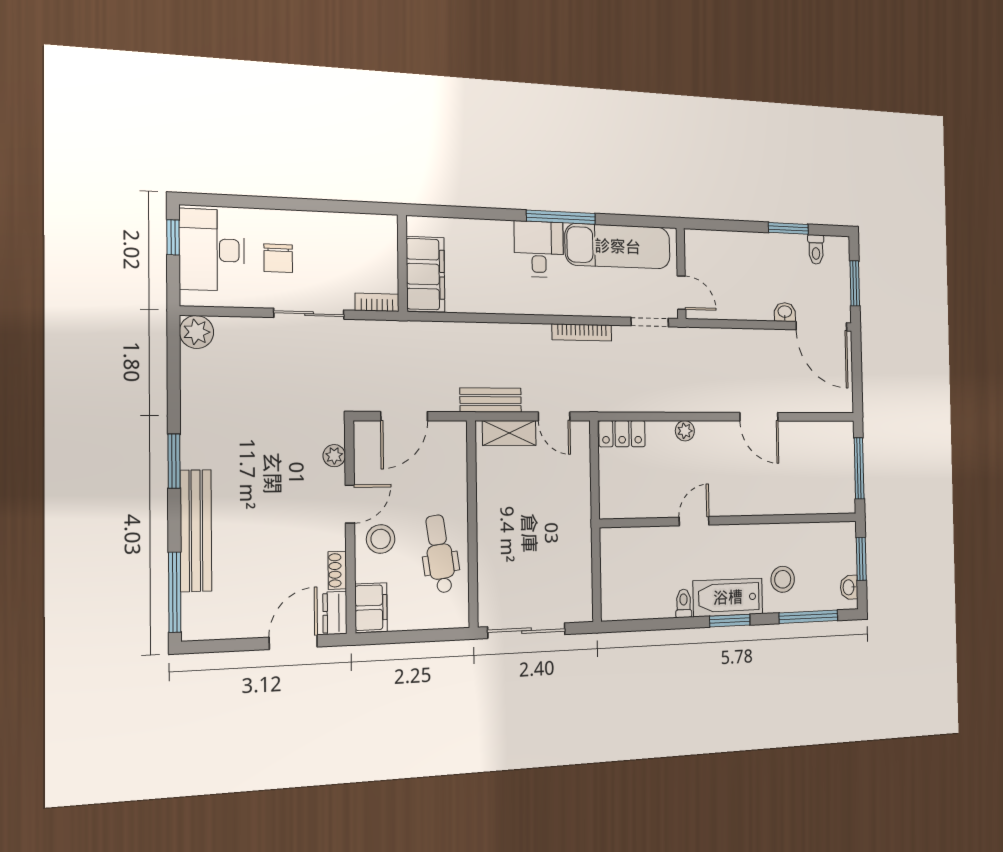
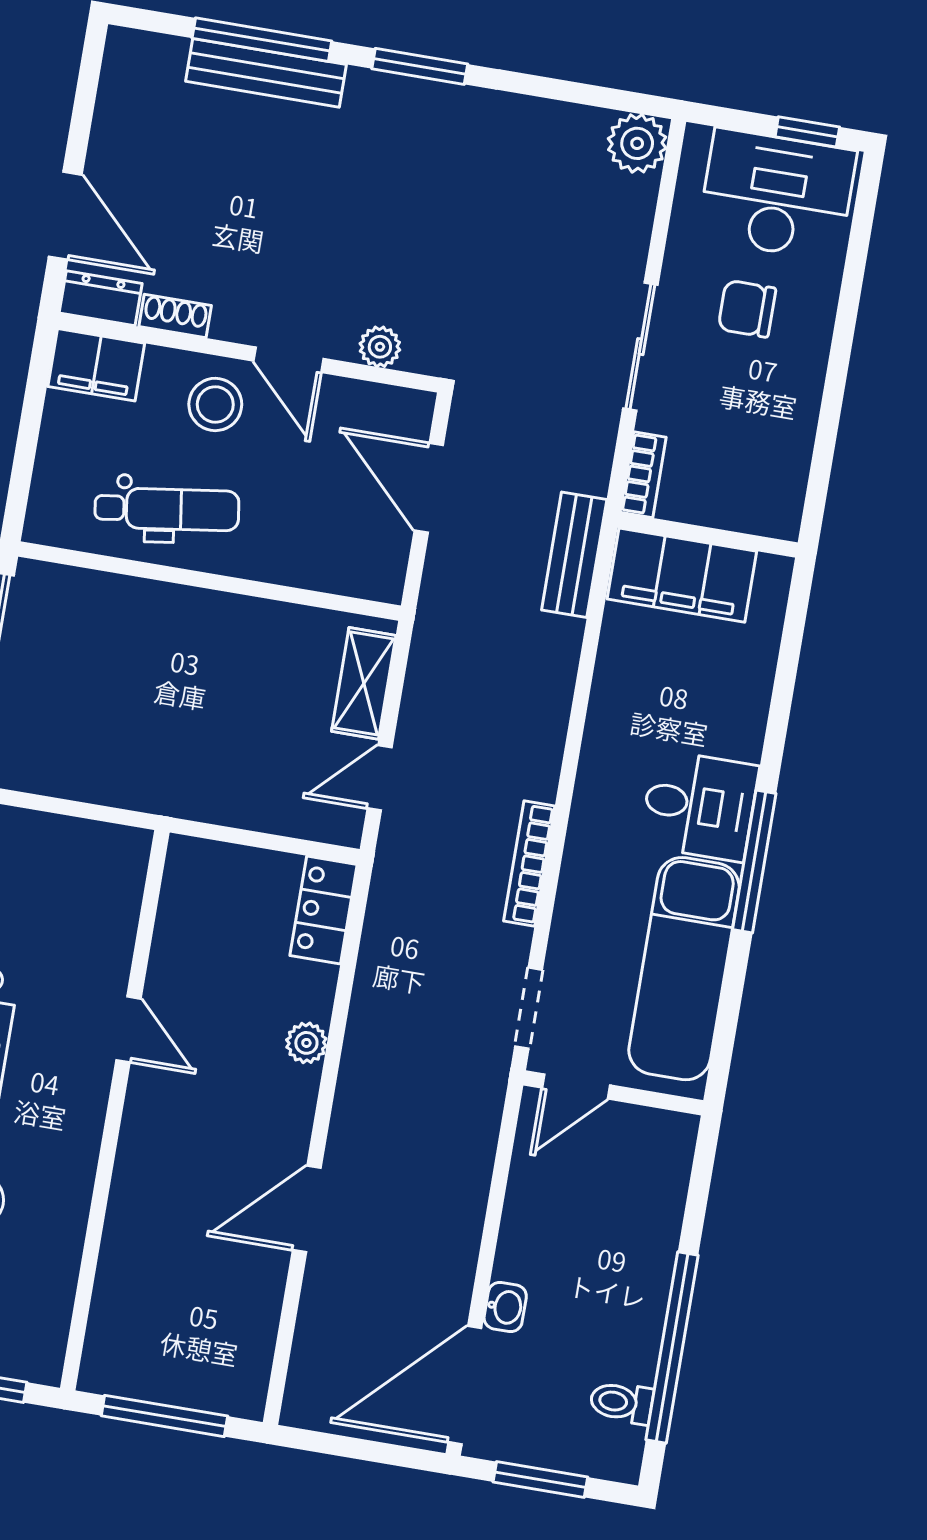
window: (788, 228) -> (672, 1347), width x2.11
bench: (491, 400) -> (574, 555), moved
bench: (196, 531) -> (266, 73), width x0.73, depth x0.82
window: (175, 592) -> (262, 40), moved

